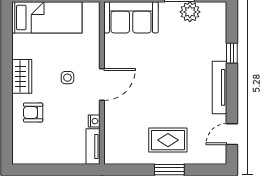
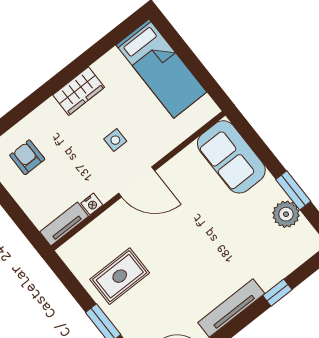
armchair: (33, 112) -> (27, 157), moved
rug: (168, 140) -> (120, 276), moved, turned 90

